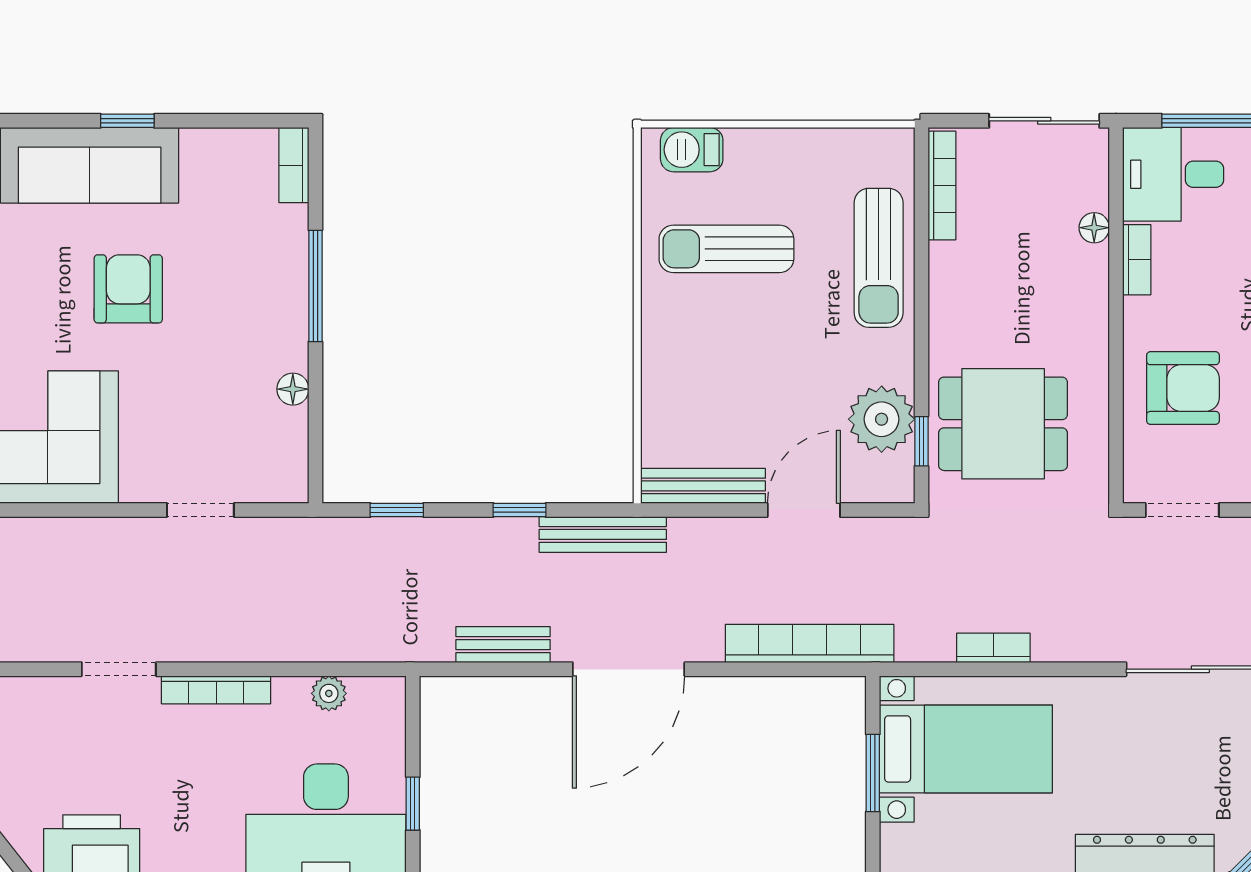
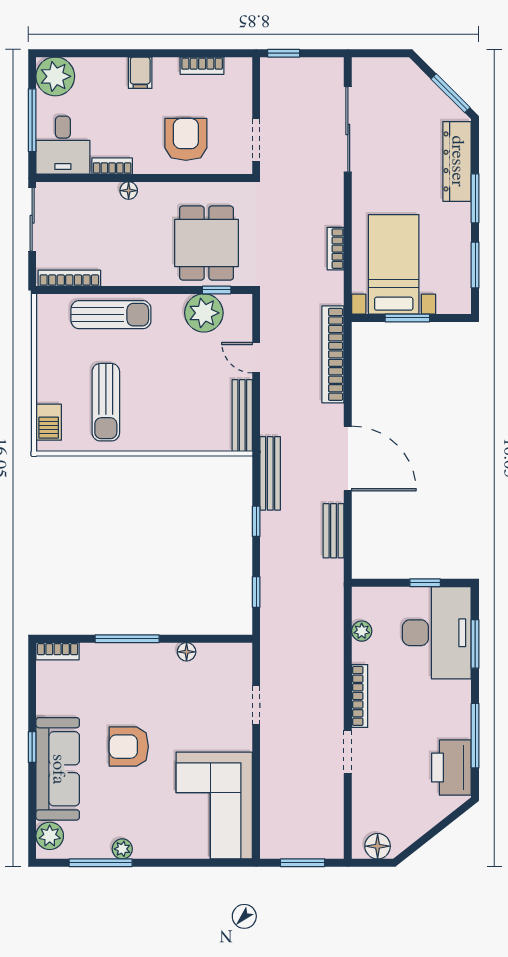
floor lamp: (1094, 228) -> (129, 191), moved
door: (804, 510) -> (256, 358), width x0.73

